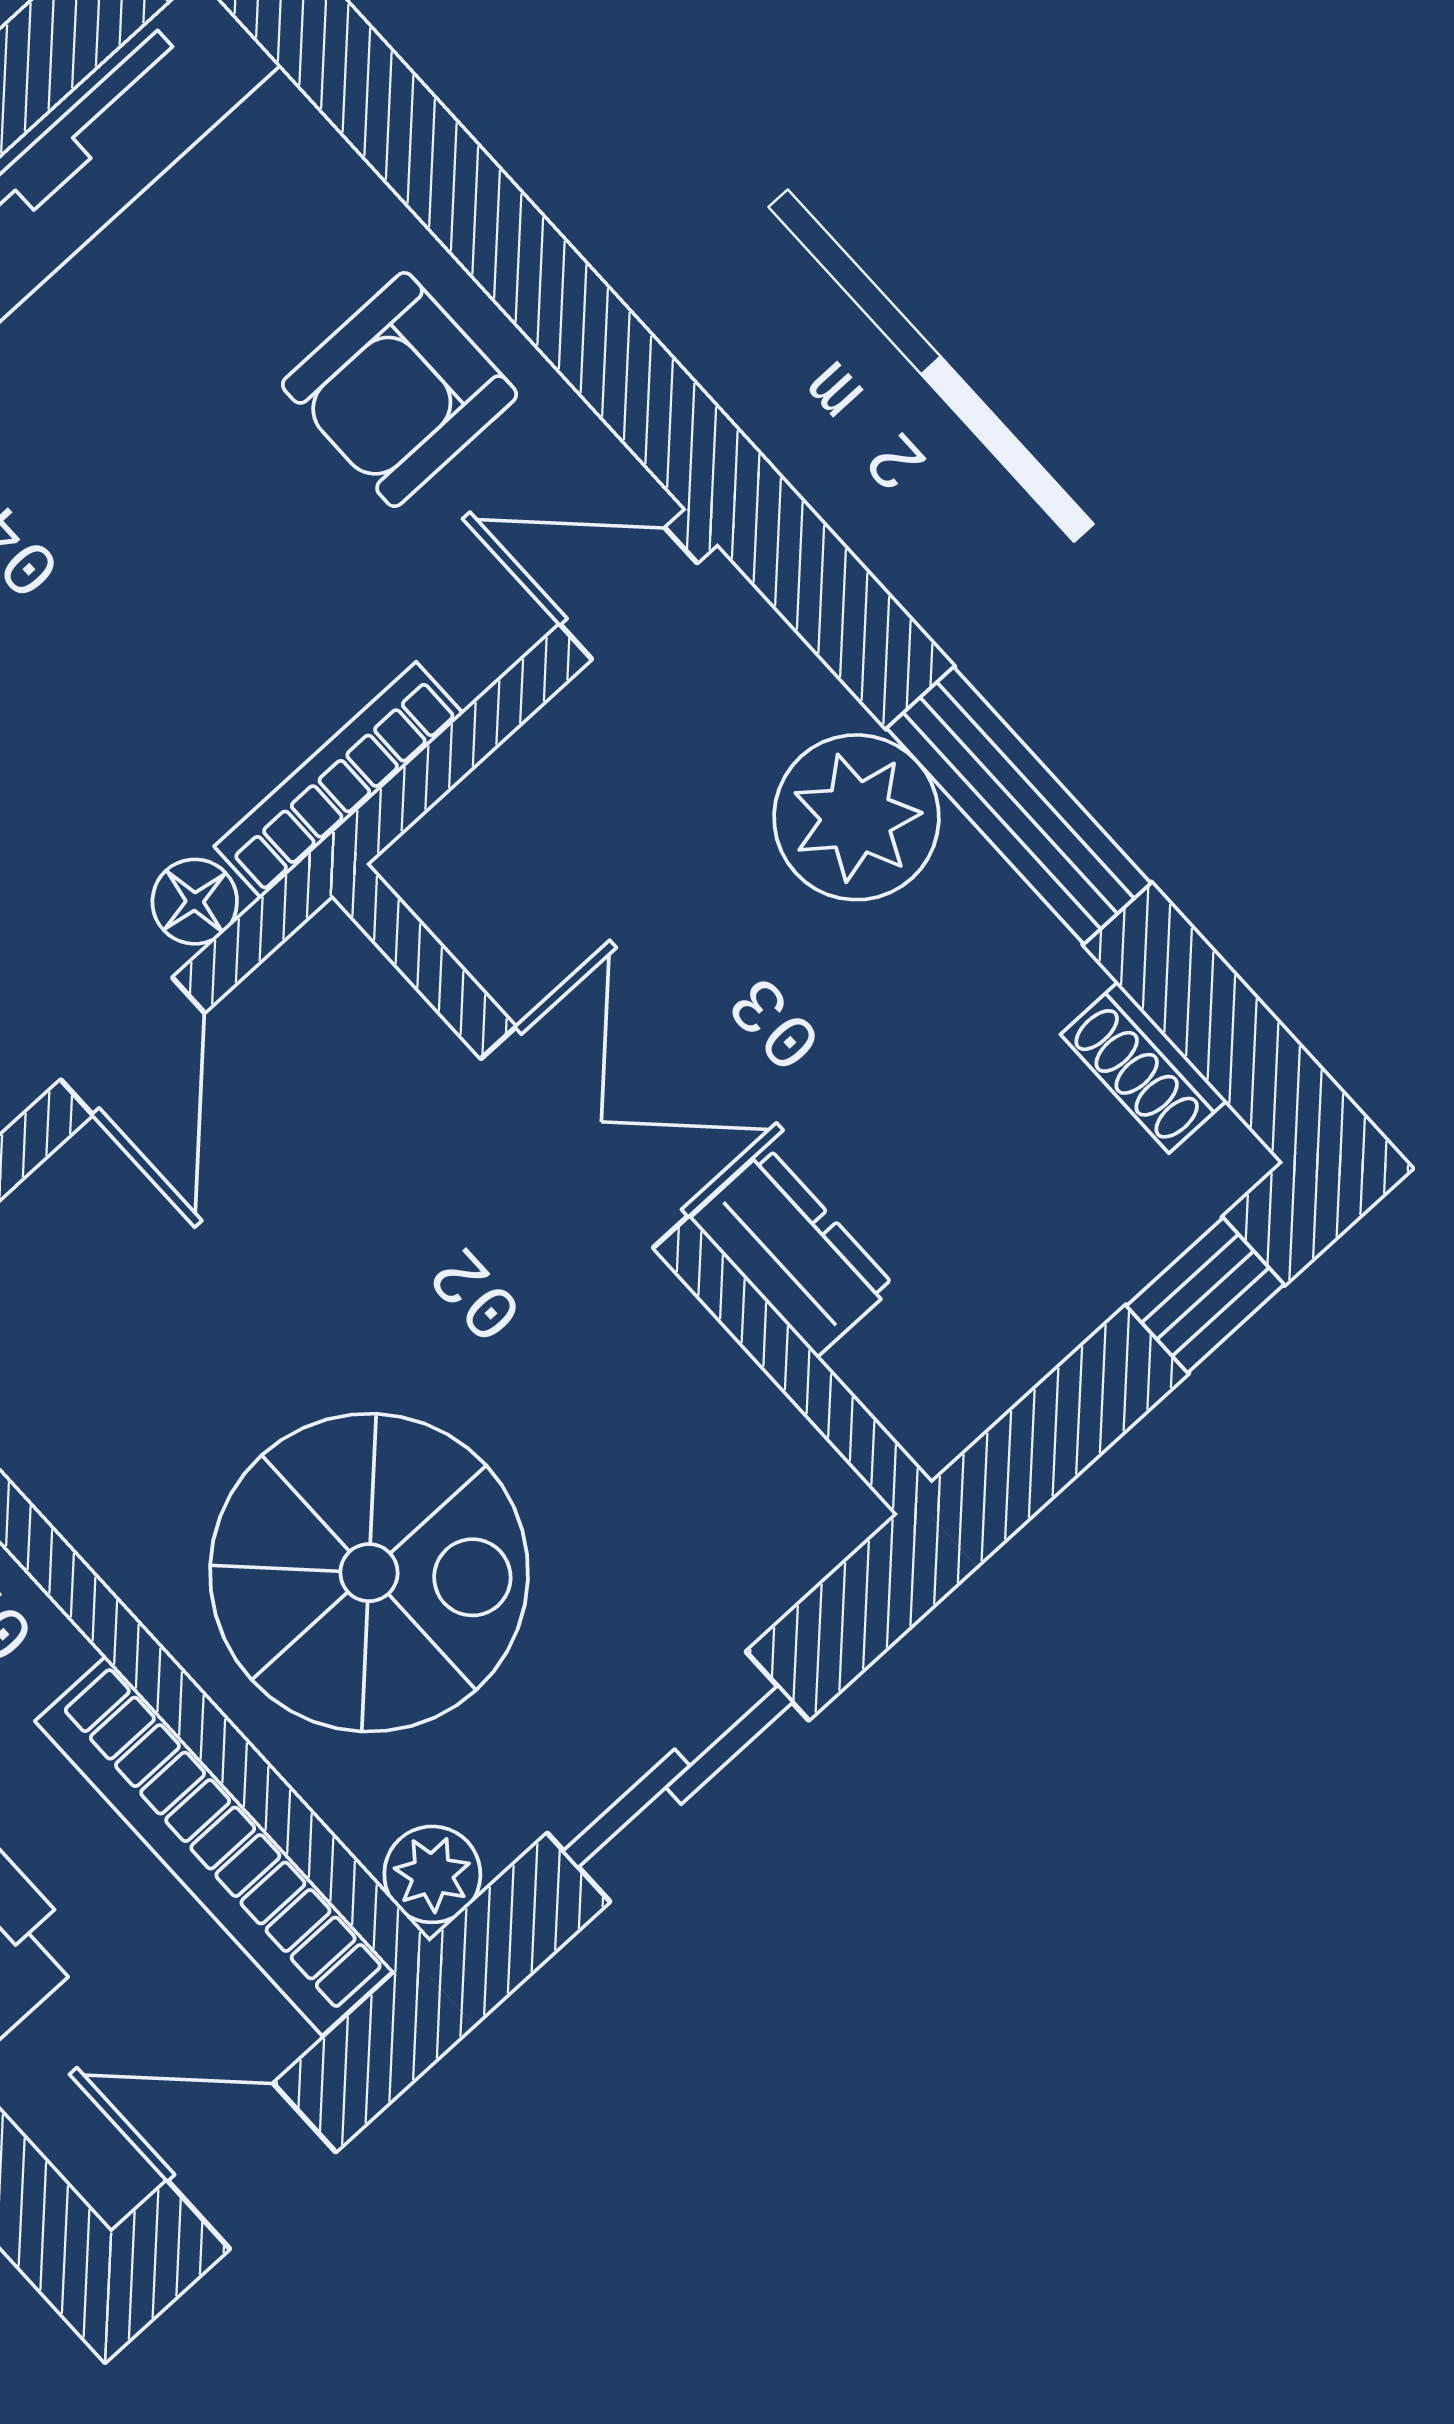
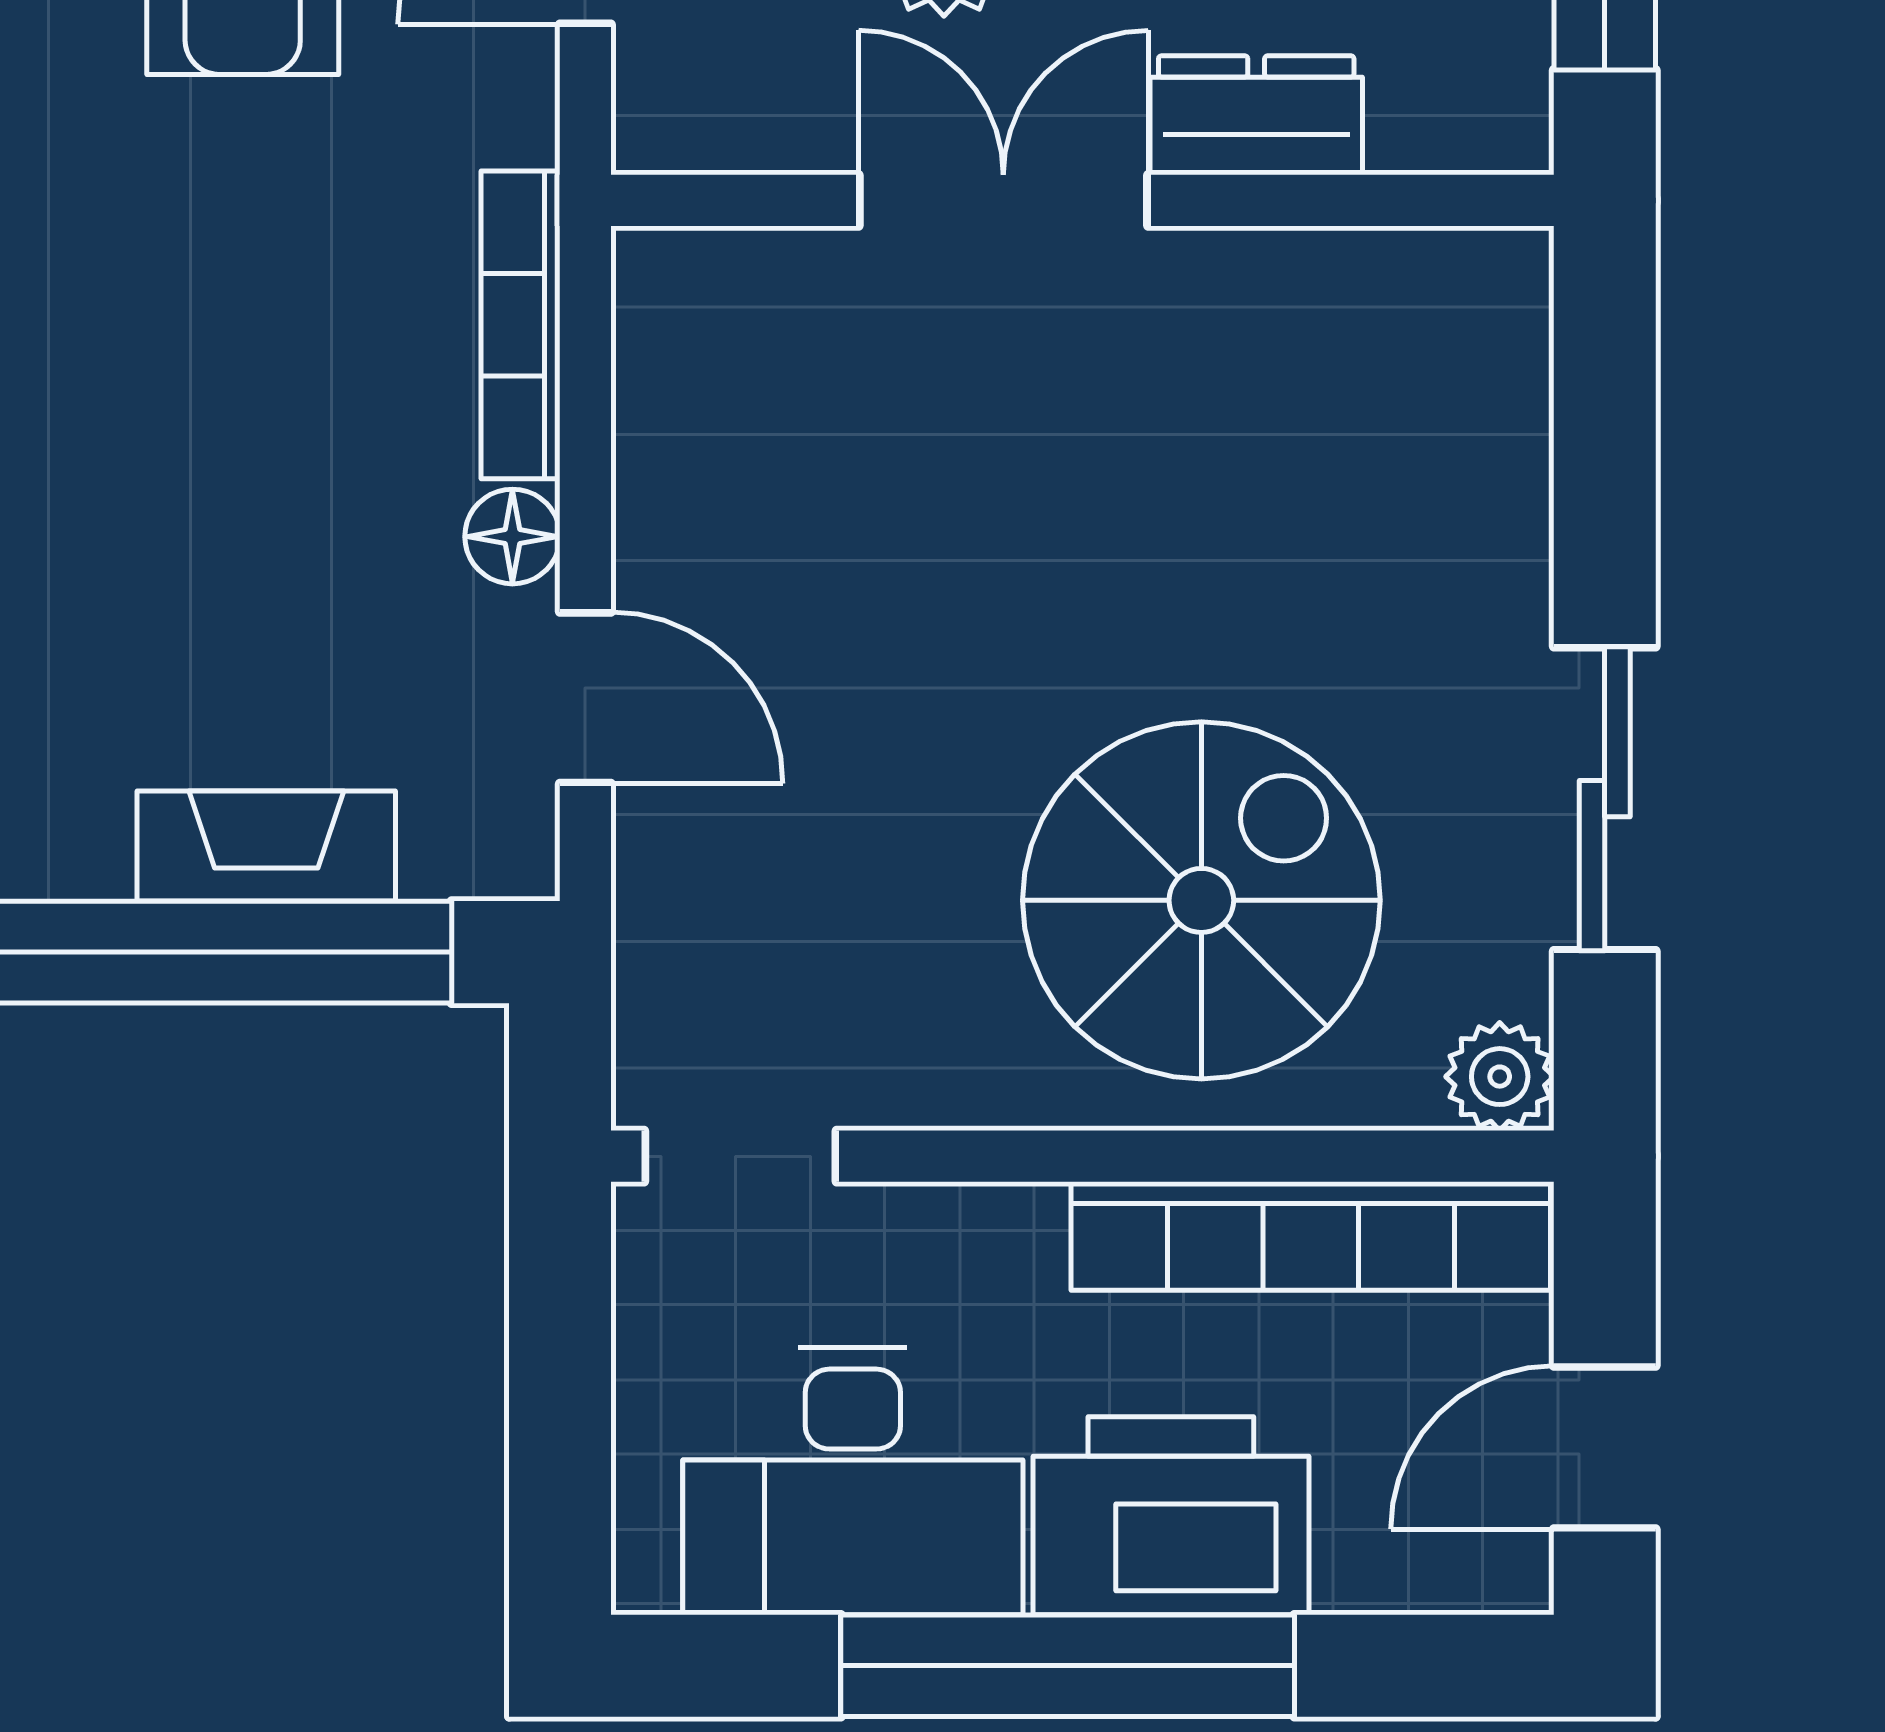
double door: (585, 1137) -> (1003, 200), moved
wall: (632, 1189) -> (1082, 200), moved
dresser: (792, 1252) -> (1256, 115), moved

